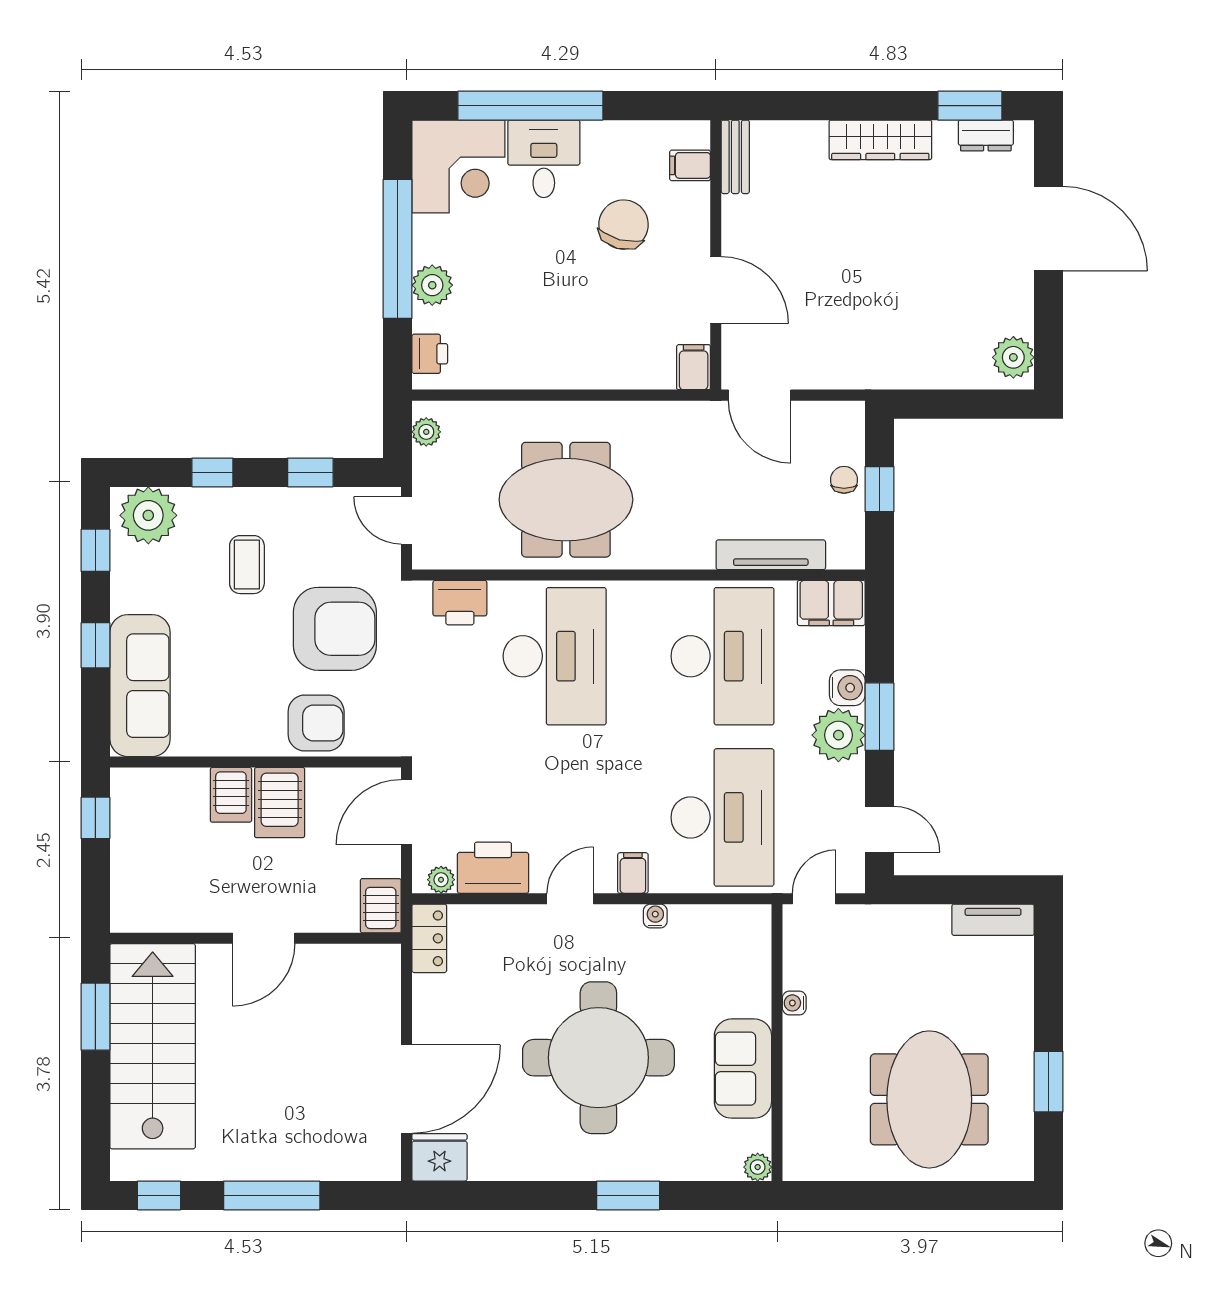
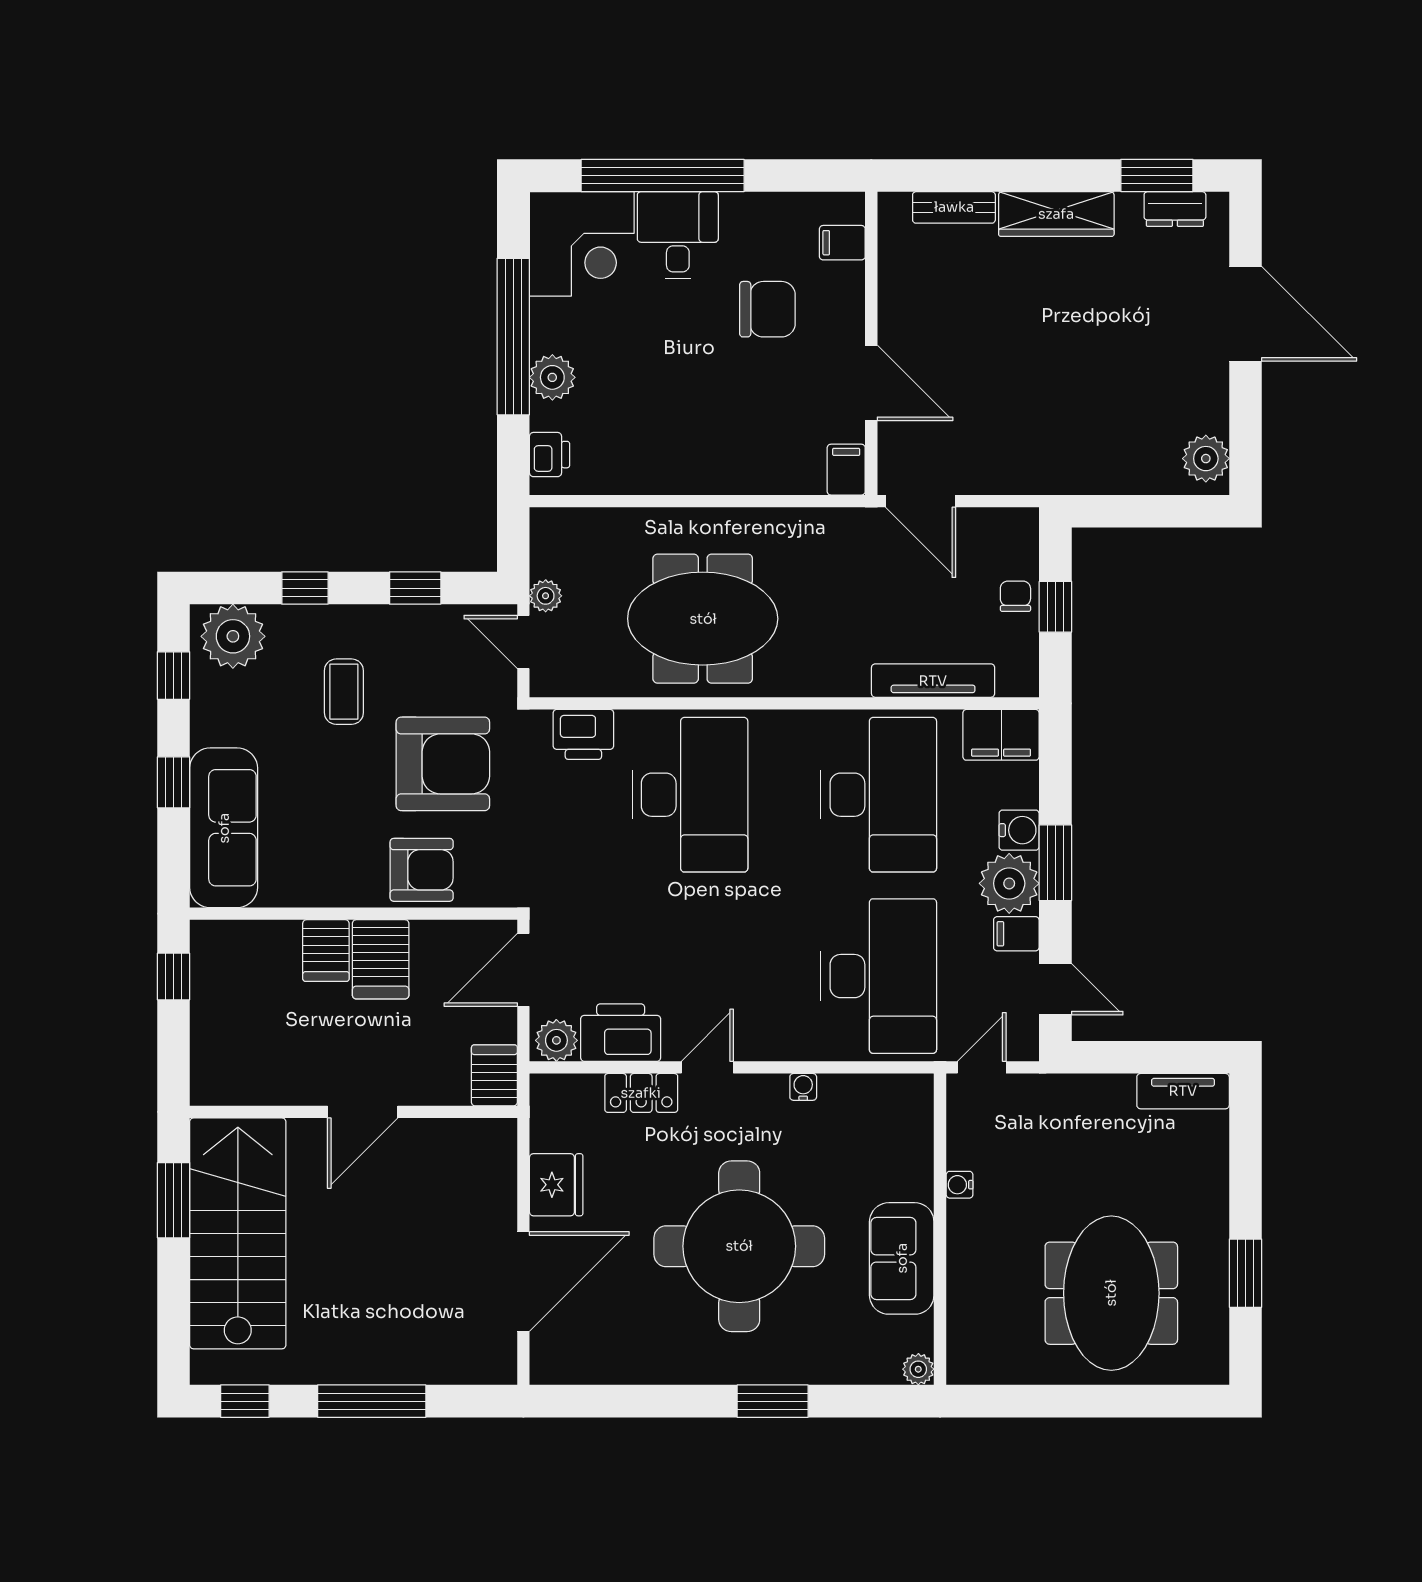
bench: (735, 157) -> (954, 207), moved, turned 90
chair: (624, 225) -> (767, 309), turned 75
plant: (426, 432) -> (546, 596), moved
filing cabinet: (633, 873) -> (1016, 934), moved, turned -90
plant: (441, 880) -> (556, 1040), width x1.38, depth x1.38
locker: (429, 938) -> (641, 1093), moved, turned 90
fridge: (440, 1157) -> (556, 1185), moved, turned 90

